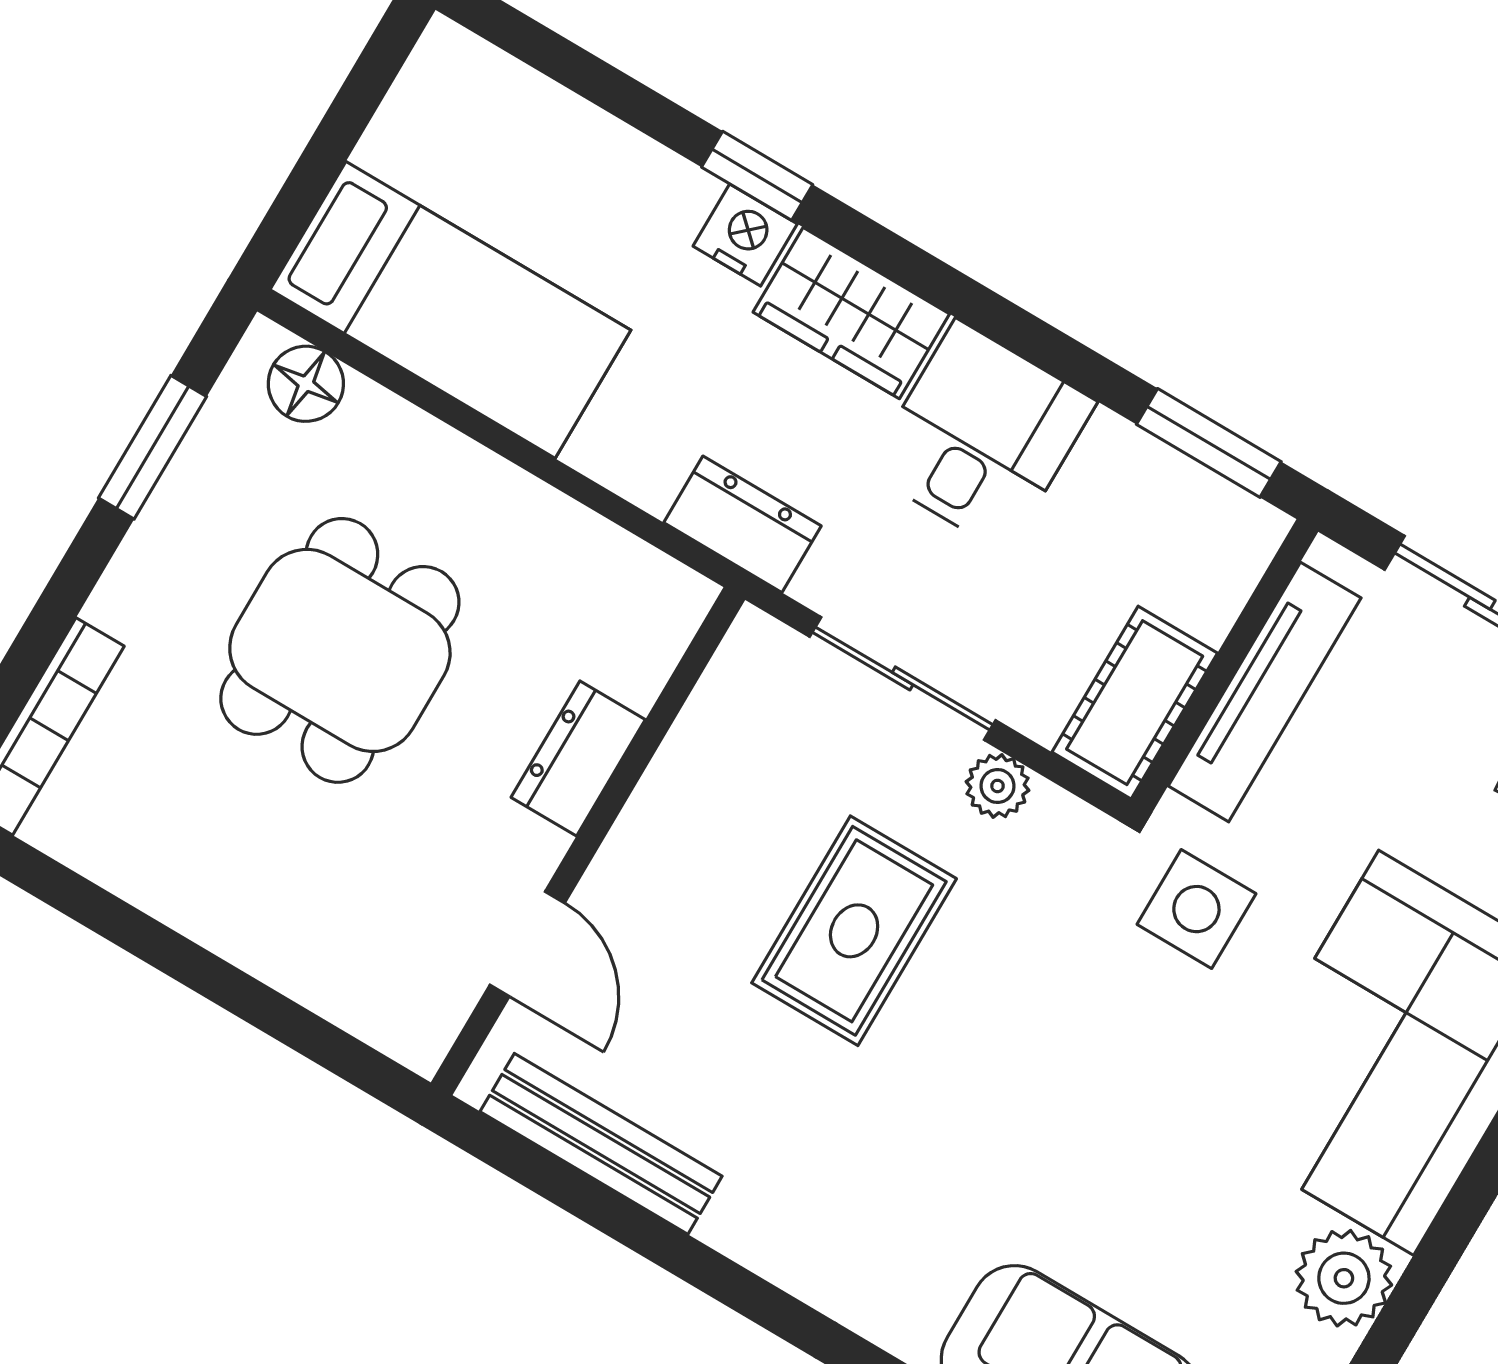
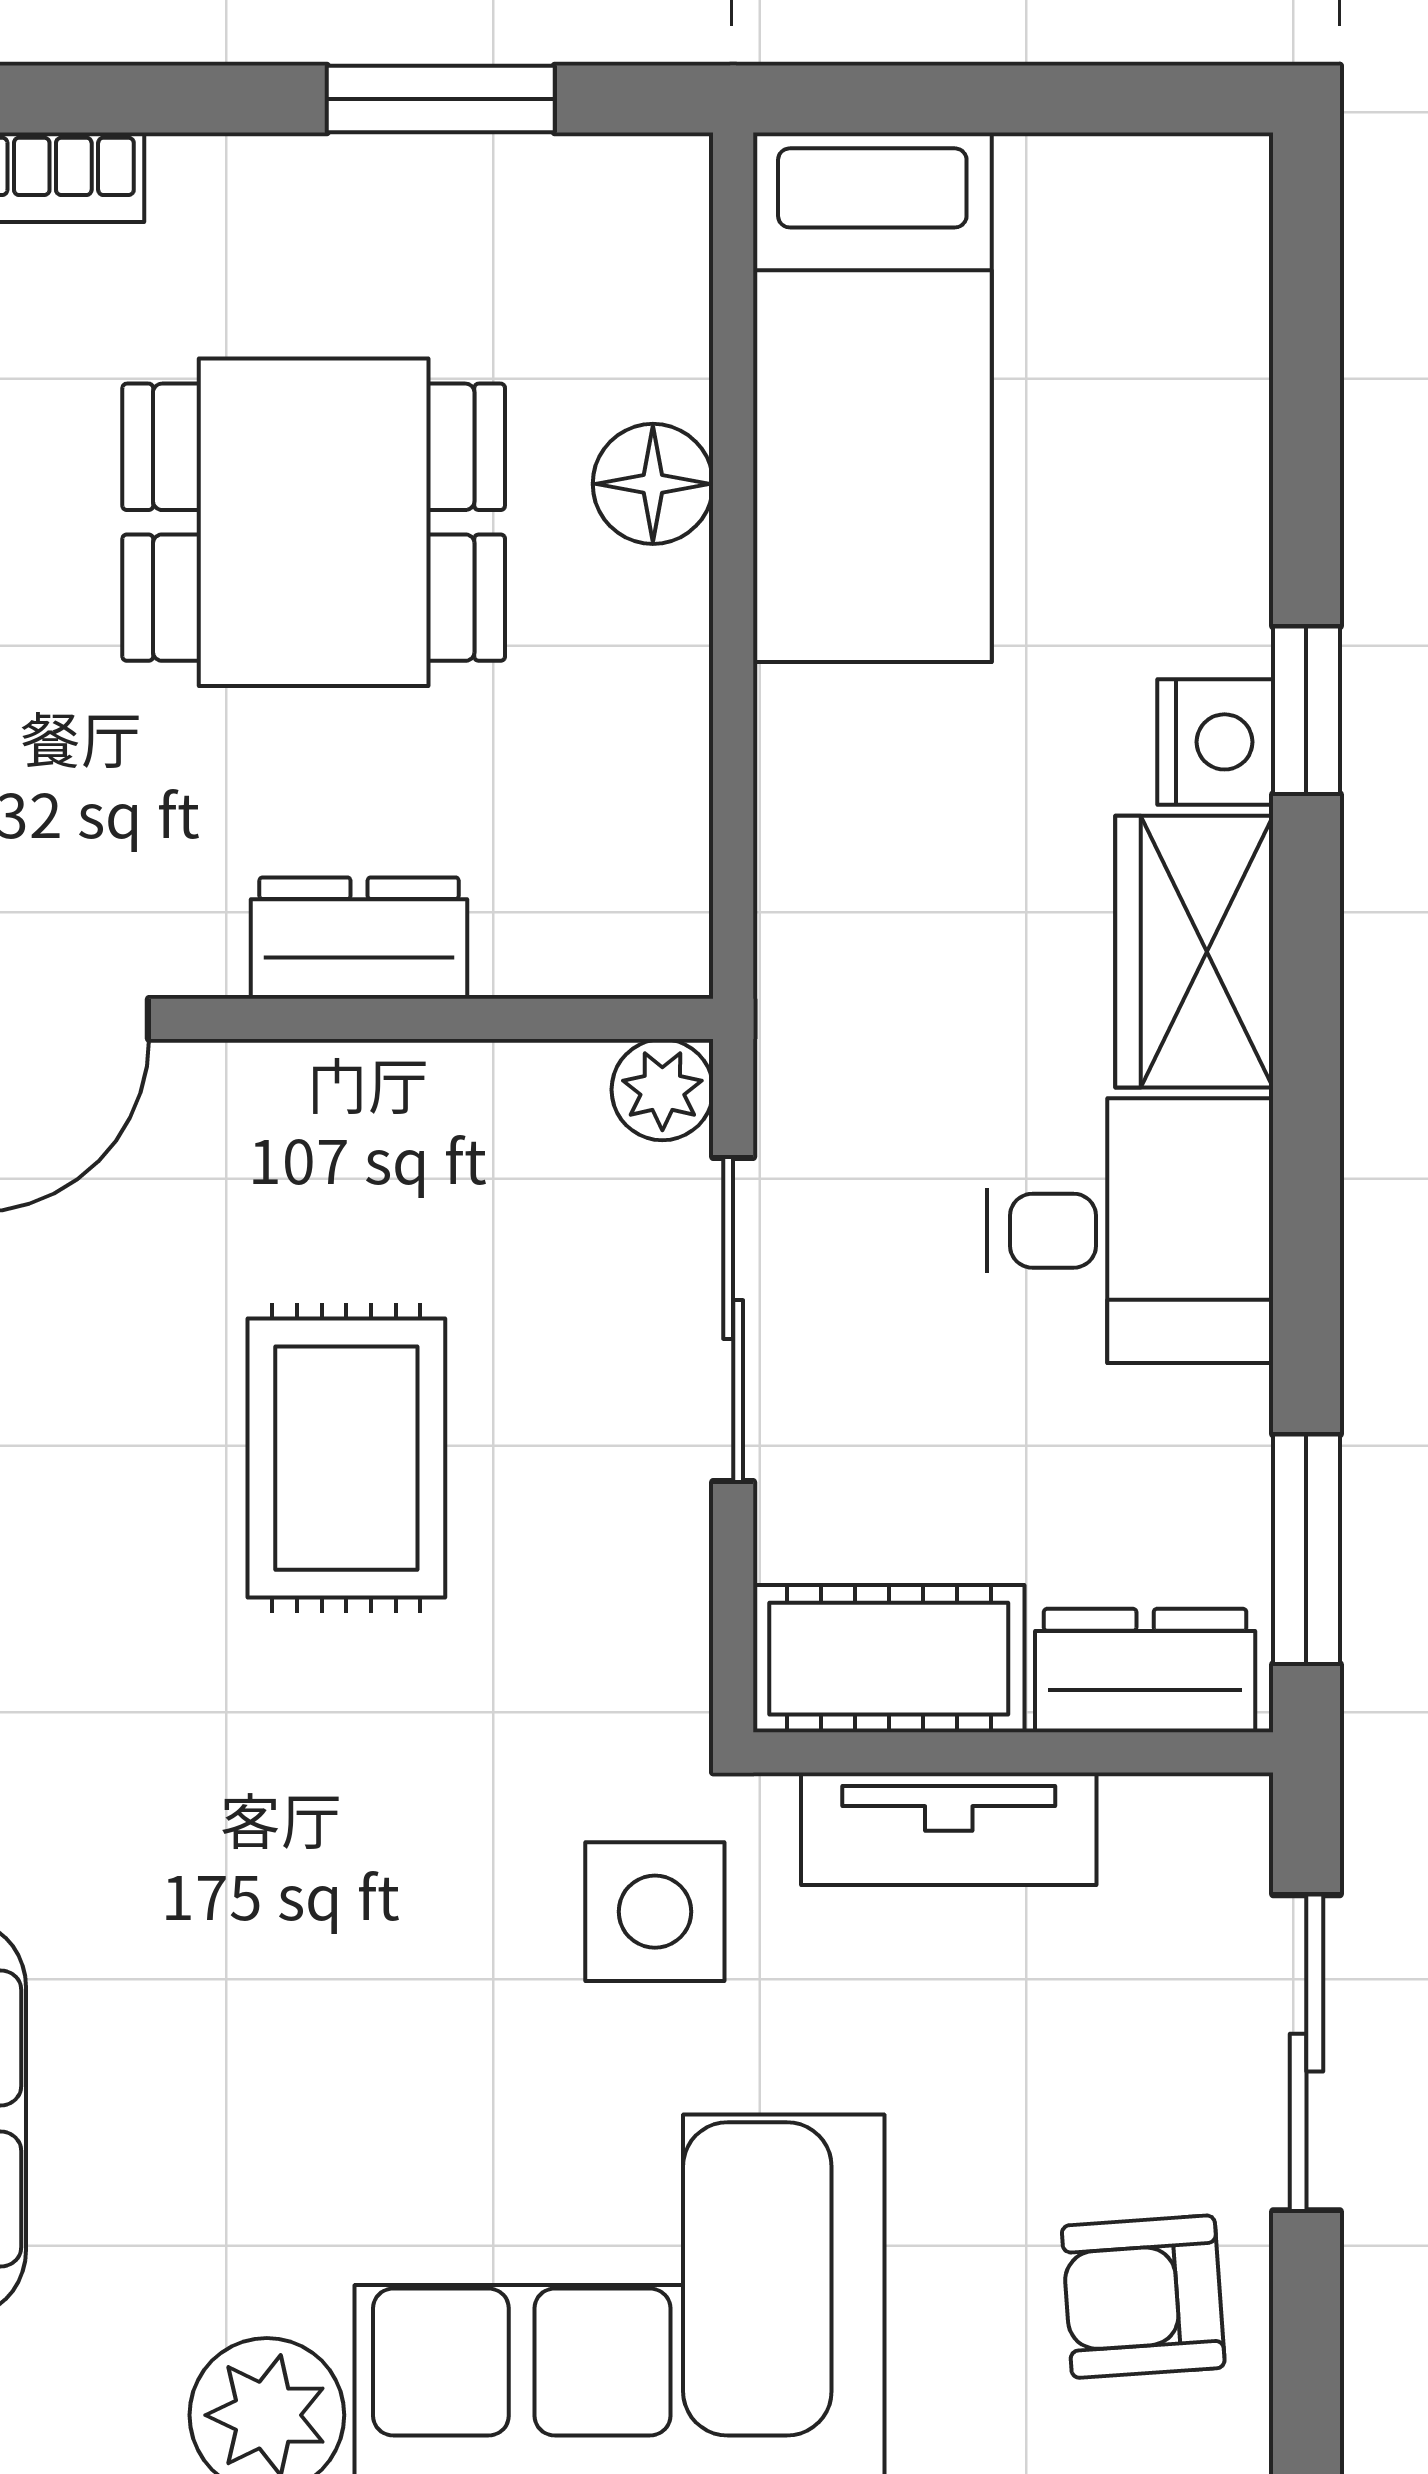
floor lamp: (306, 384) -> (653, 484), moved
dresser: (742, 524) -> (1145, 1671), moved, turned -90
tv unit: (1265, 692) -> (949, 1829), width x0.71
plant: (998, 786) -> (662, 1090), moved
rug: (854, 931) -> (346, 1458), turned 90

